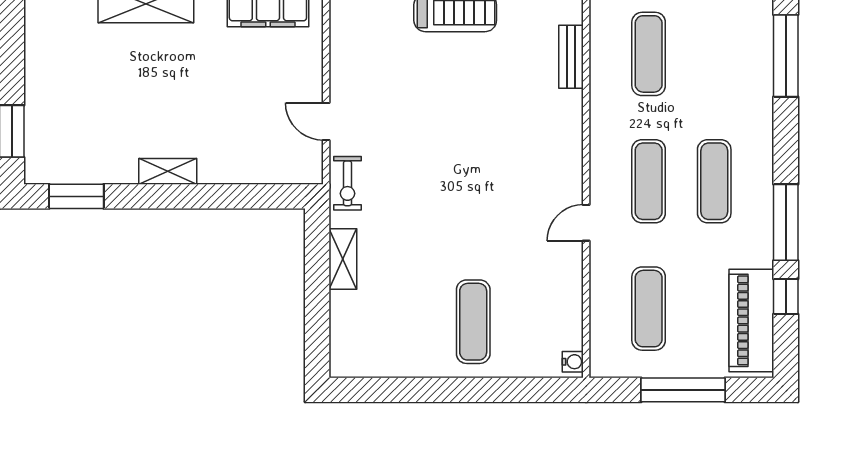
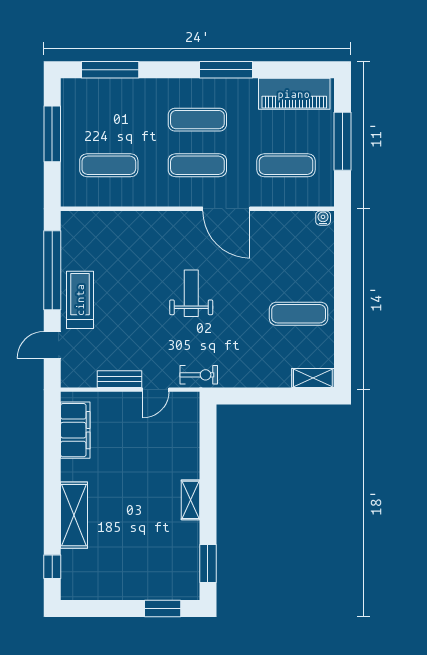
bench: (571, 57) -> (119, 379), moved
weight bench: (465, 172) -> (191, 293), added
door: (586, 223) -> (226, 209), width x1.88
shelving: (343, 259) -> (313, 378), moved
window: (786, 296) -> (278, 70), removed
exercise mat: (473, 322) -> (299, 314), moved

